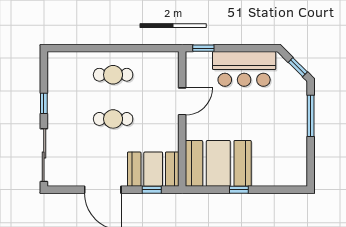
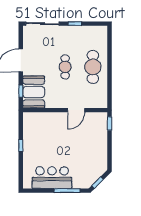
bar counter: (244, 69) -> (52, 178), moved, turned 90
cafe table: (113, 75) -> (93, 67), width x1.37, depth x1.35
door: (182, 101) -> (76, 110), hinge flipped
booth: (218, 163) -> (37, 133), removed

